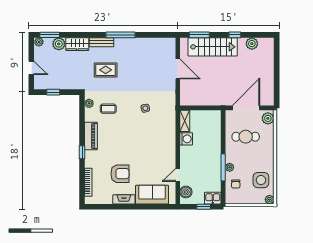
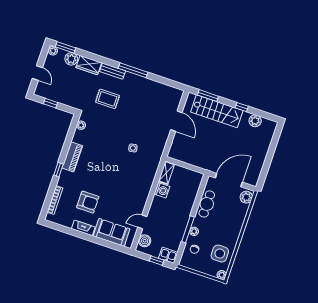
coffee table: (108, 109) -> (98, 137), removed
cafe table: (246, 137) -> (207, 204), moved, turned 90

